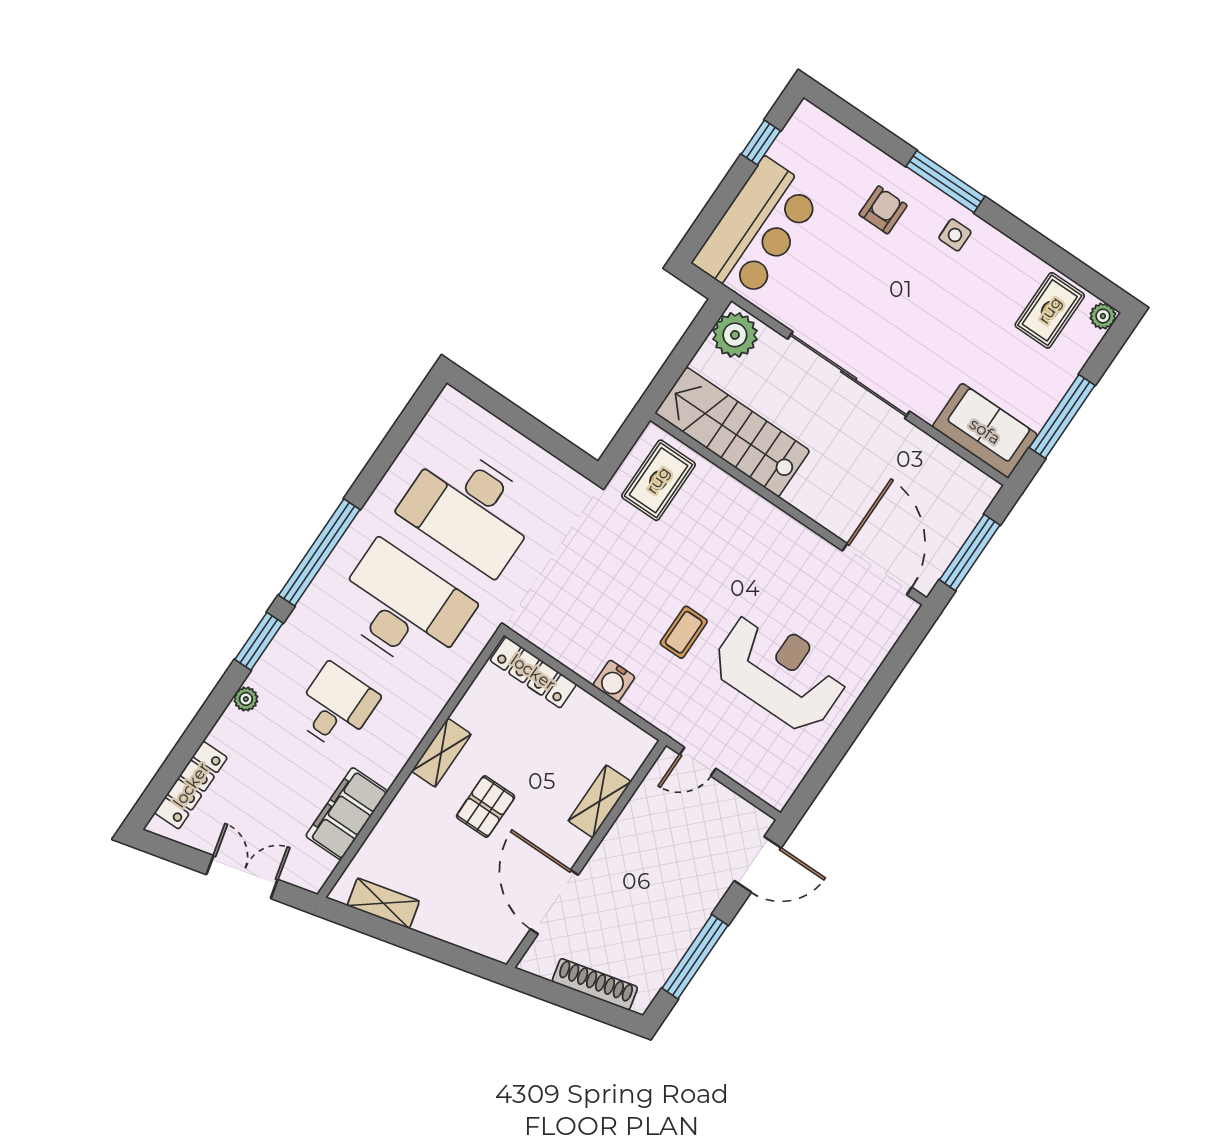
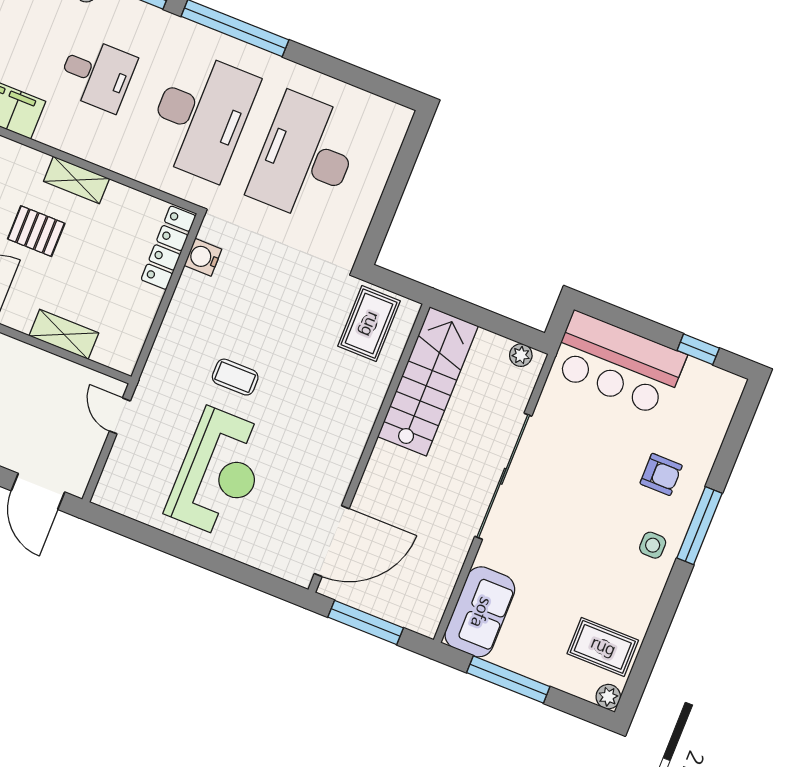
plant: (735, 335) -> (521, 355), width x0.53, depth x0.53
rug: (658, 480) -> (369, 324), turned 90
water cooler: (614, 681) -> (203, 257), moved

